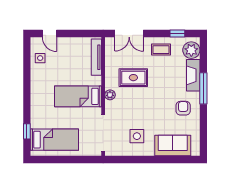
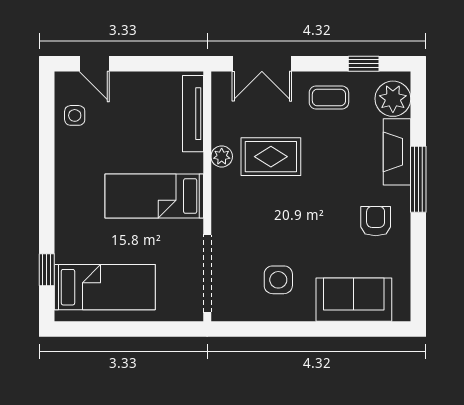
plant: (110, 95) -> (222, 156), moved

